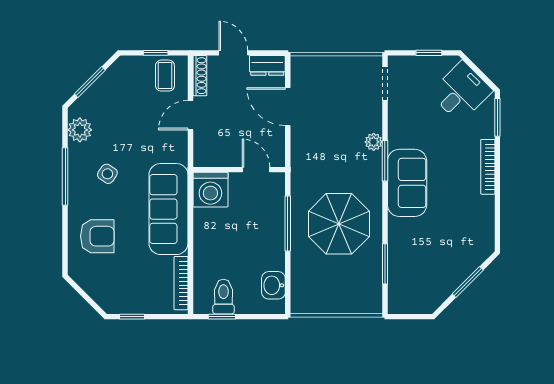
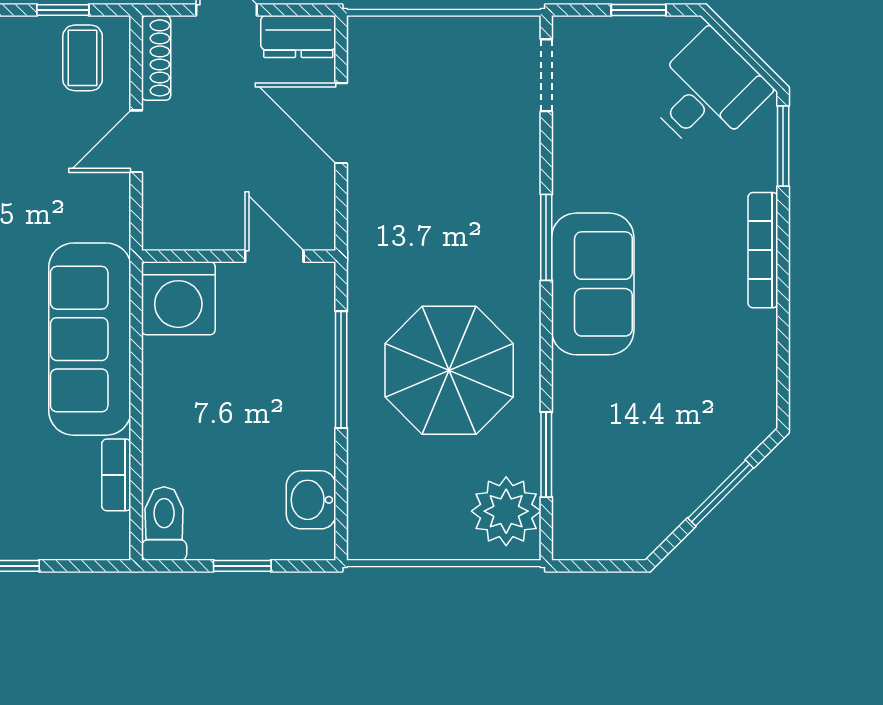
plant: (374, 142) -> (506, 511), moved, width x1.88, depth x1.88
bookcase: (181, 283) -> (116, 475), width x0.64
toilet: (223, 297) -> (164, 523), moved
window: (222, 317) -> (242, 566), moved

